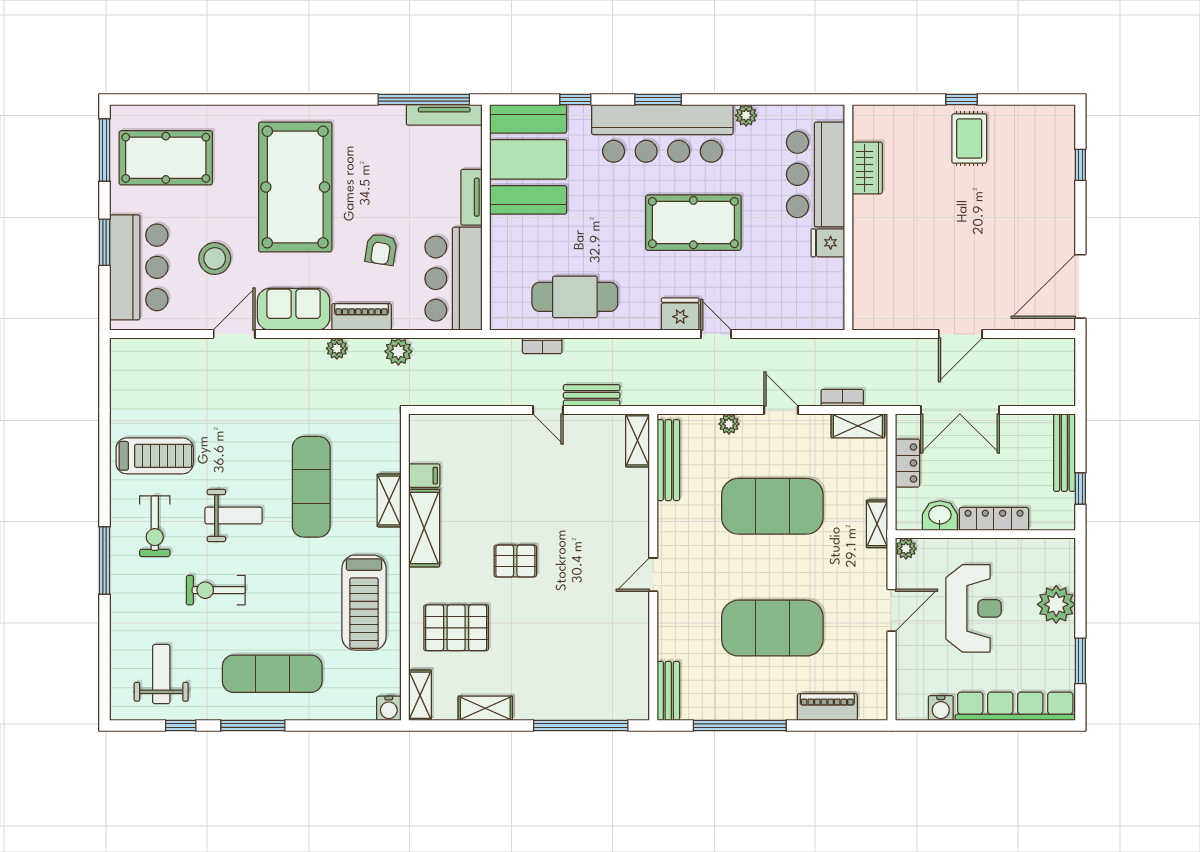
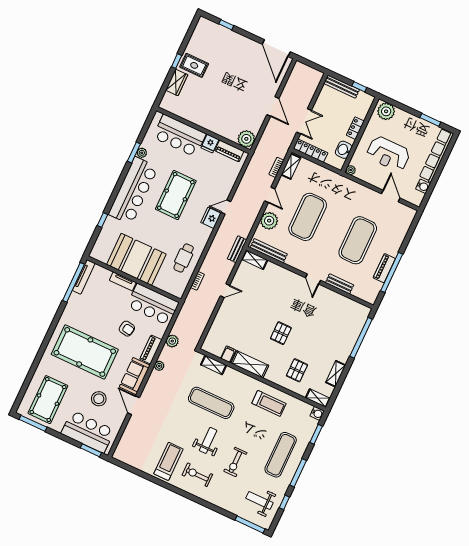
window: (658, 100) -> (134, 152), moved
booth: (528, 159) -> (136, 259), moved
wardrobe: (867, 168) -> (177, 82), moved, turned 90
window: (104, 242) -> (91, 450), moved
piano: (831, 289) -> (229, 151), added
cafe table: (575, 297) -> (184, 258), width x0.73, depth x0.74
plant: (871, 311) -> (246, 139), added
bench: (592, 395) -> (237, 249), moved
door: (781, 410) -> (270, 195), swing flipped
double door: (960, 410) -> (304, 121), width x0.73
plant: (729, 424) -> (269, 221), width x1.88, depth x1.88
locker: (907, 463) -> (311, 151), width x1.53
shelving: (389, 500) -> (214, 365), moved
locker: (994, 519) -> (355, 128), width x0.66
shelving: (877, 524) -> (335, 177), removed
exercise bike: (155, 526) -> (197, 475), turned 180
window: (104, 561) -> (250, 524), moved
treadmill: (364, 603) -> (269, 403), width x0.73, depth x0.73
plant: (1056, 604) -> (386, 111), moved
reception desk: (974, 608) -> (388, 154), turned 180
door: (891, 610) -> (391, 196), moved
pallet: (456, 628) -> (297, 370), width x0.67, depth x0.71
bench: (668, 691) -> (340, 284), moved
piano: (827, 707) -> (384, 268), moved
window: (346, 726) -> (316, 434), added

